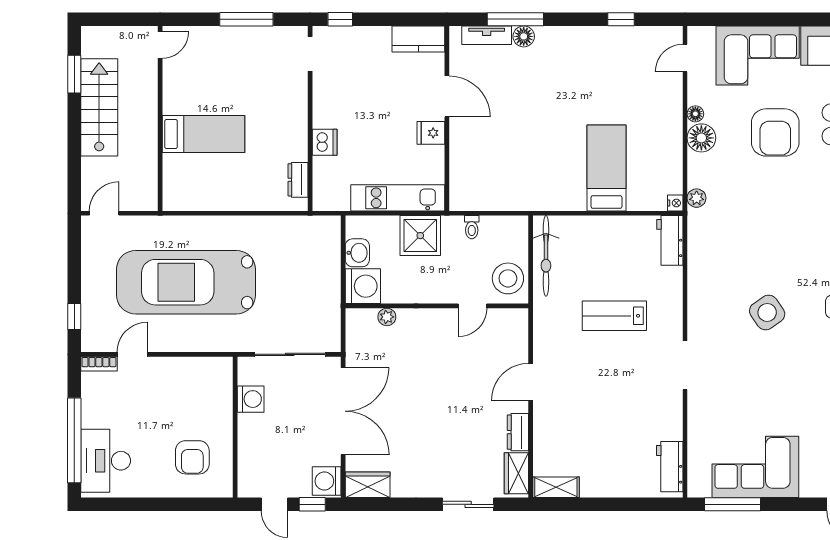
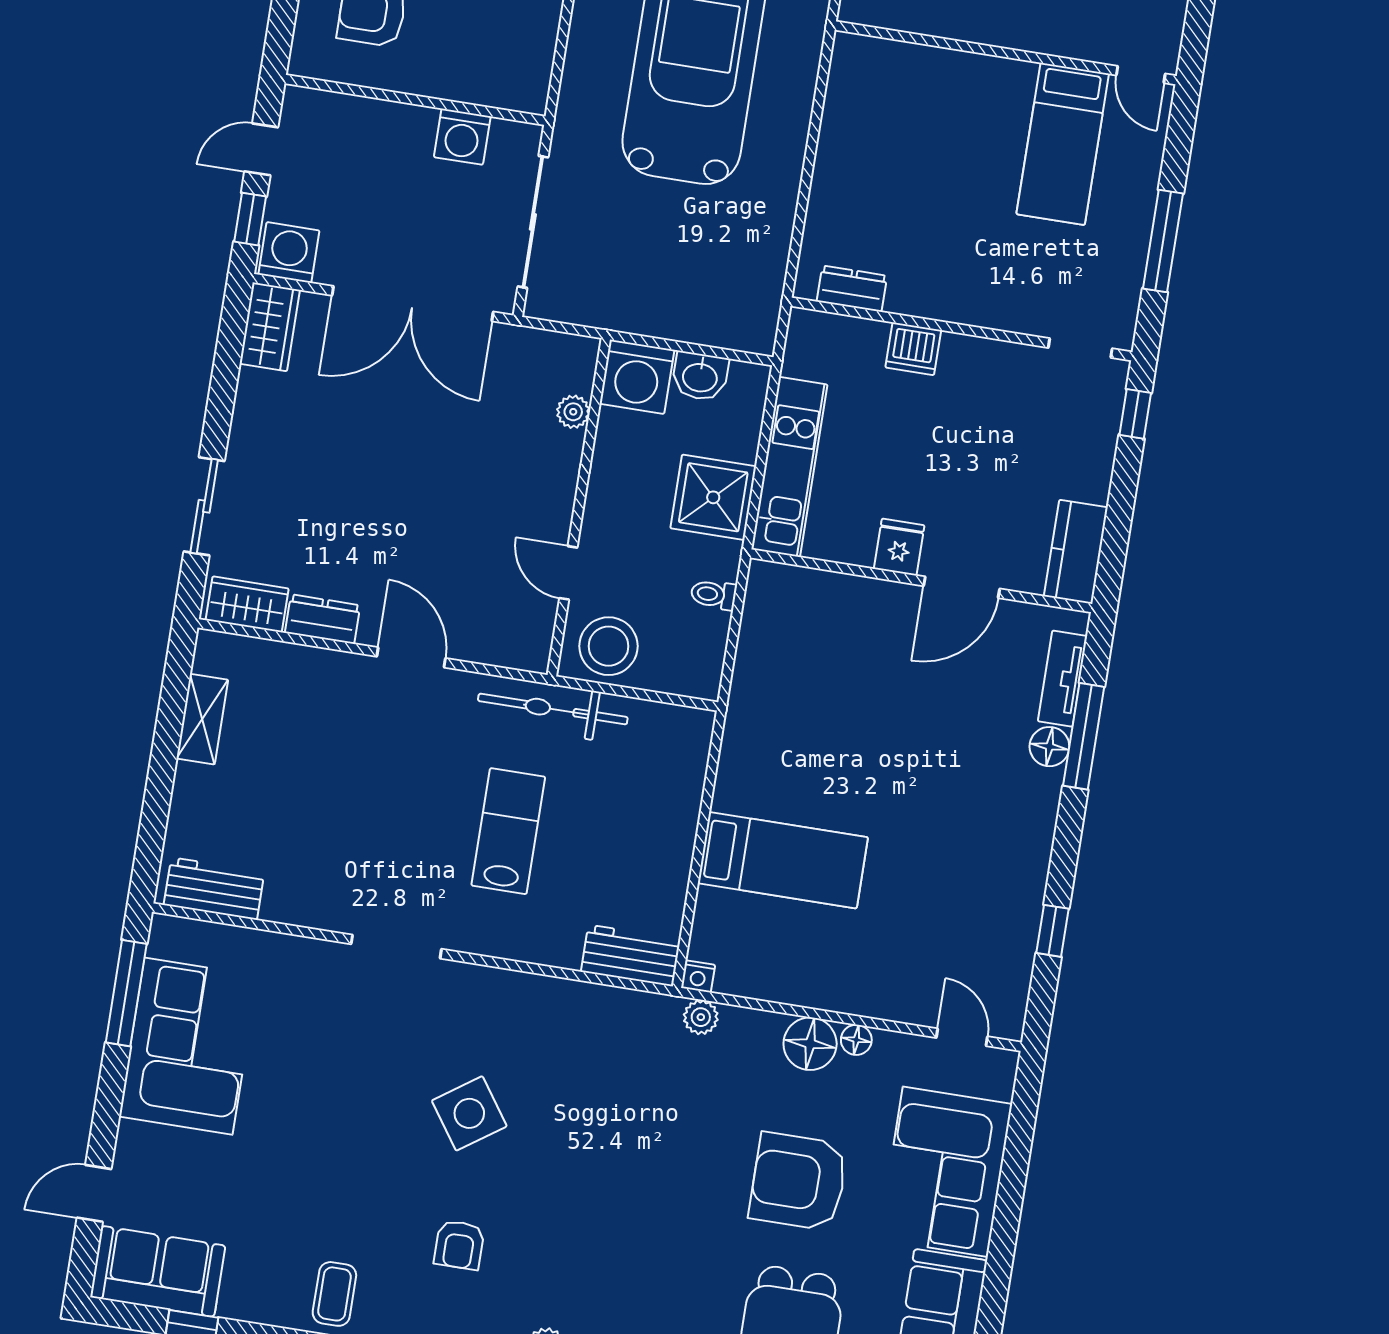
bed: (204, 134) -> (1063, 144), moved
bicycle: (546, 256) -> (553, 709), moved
shelving: (556, 487) -> (202, 719), moved

